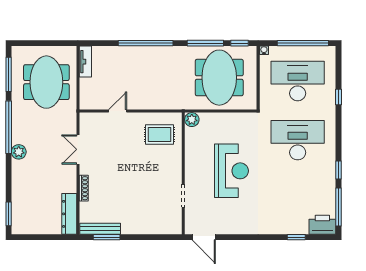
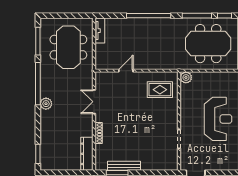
meeting table: (219, 78) -> (208, 44), turned 90
bench: (100, 229) -> (124, 166), moved

